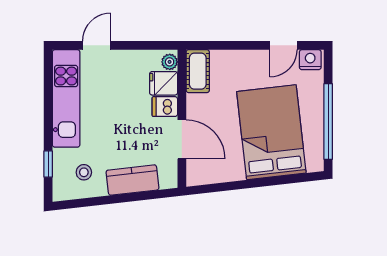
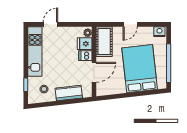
door: (283, 45) -> (130, 24), moved
cot: (198, 71) -> (104, 42), width x1.37, depth x1.34
door: (182, 139) -> (94, 72), hinge flipped

